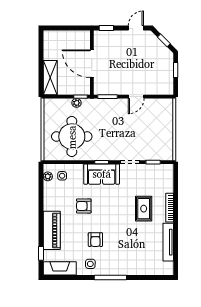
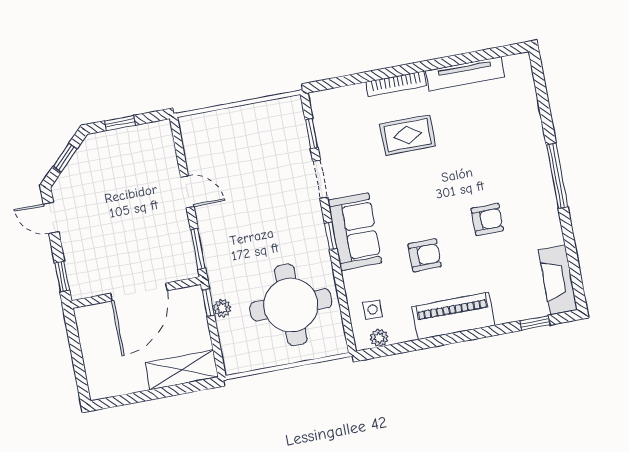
armchair: (84, 206) -> (425, 255), turned -90
piano: (52, 230) -> (454, 316), moved
side table: (90, 264) -> (537, 221), removed

